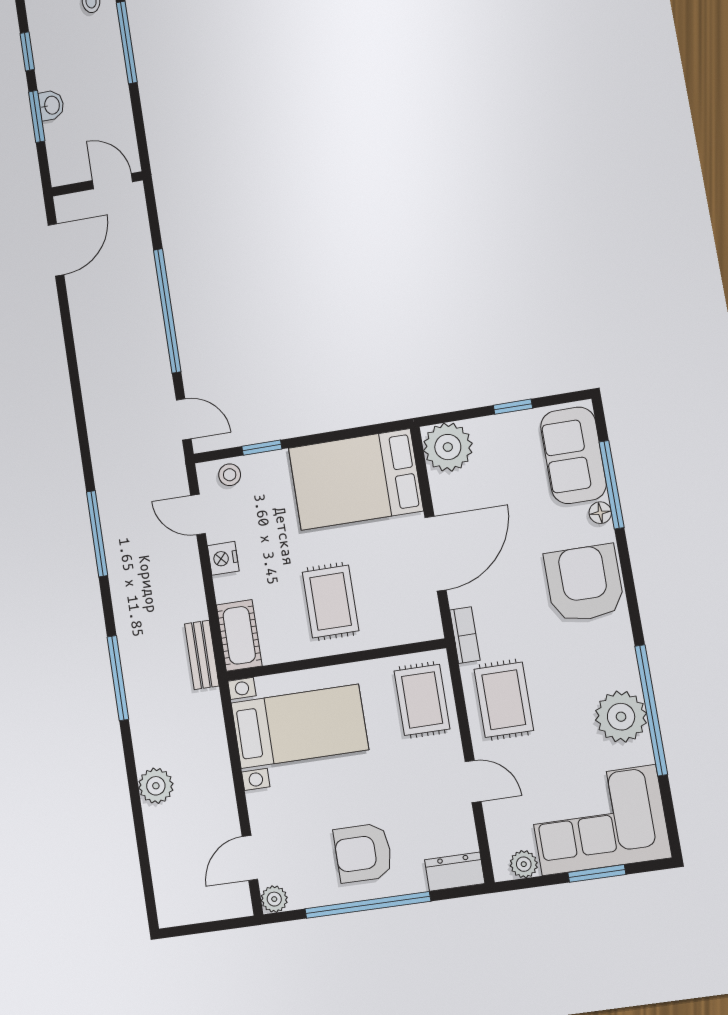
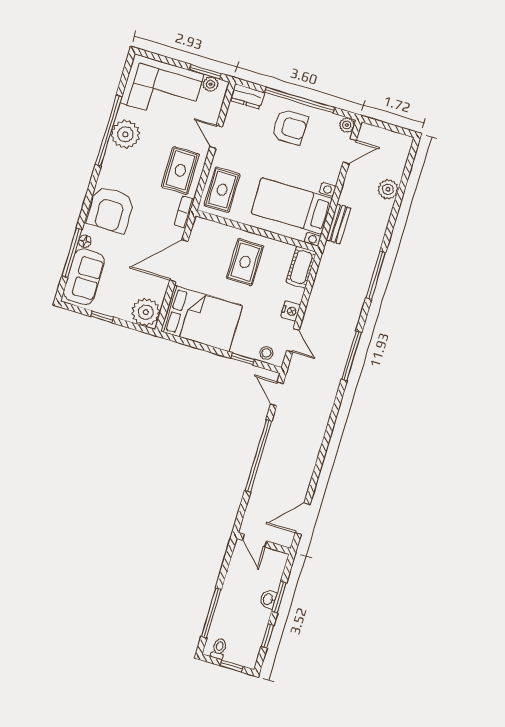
bench: (202, 655) -> (338, 224), moved
plant: (156, 786) -> (388, 189), moved
window: (597, 873) -> (205, 72), moved

